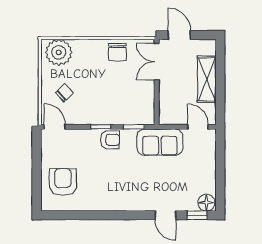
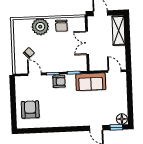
plant: (59, 52) -> (40, 27), moved
double door: (157, 62) -> (87, 43), moved
shelving: (207, 79) -> (119, 31), moved
door: (55, 127) -> (35, 74), moved

